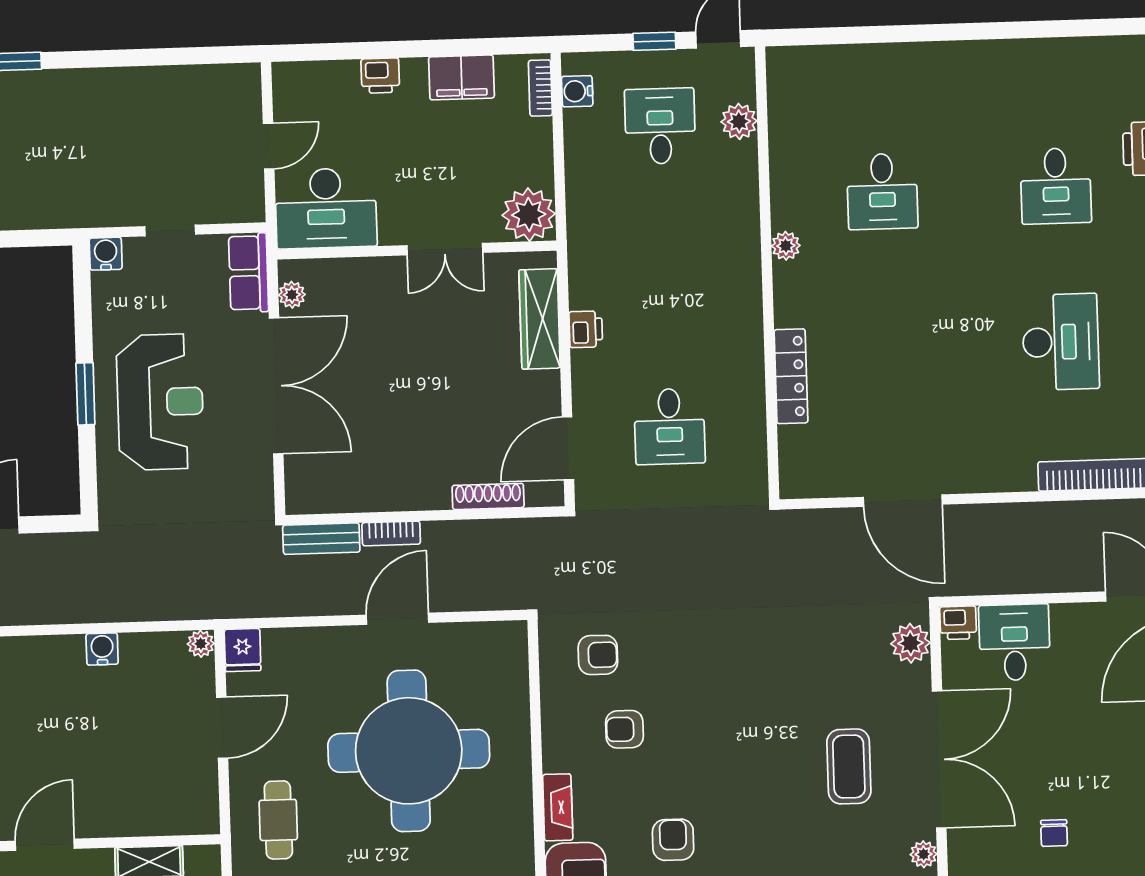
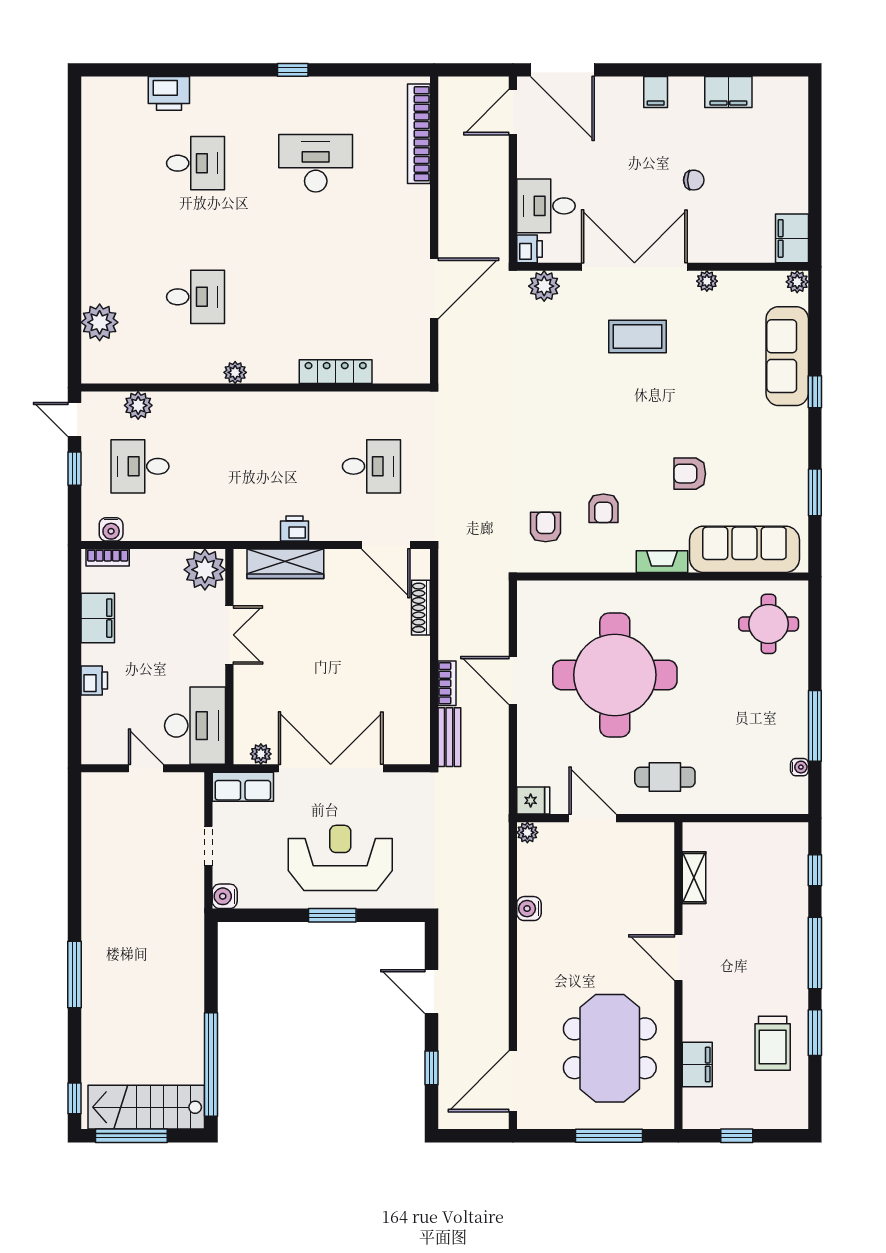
plant: (845, 68) -> (100, 322), added

